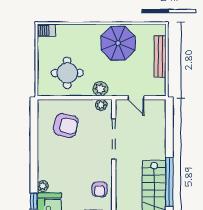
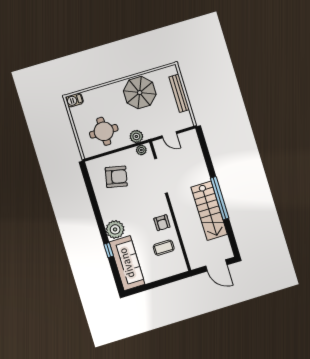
plant: (43, 186) -> (115, 229), width x1.87, depth x1.87

